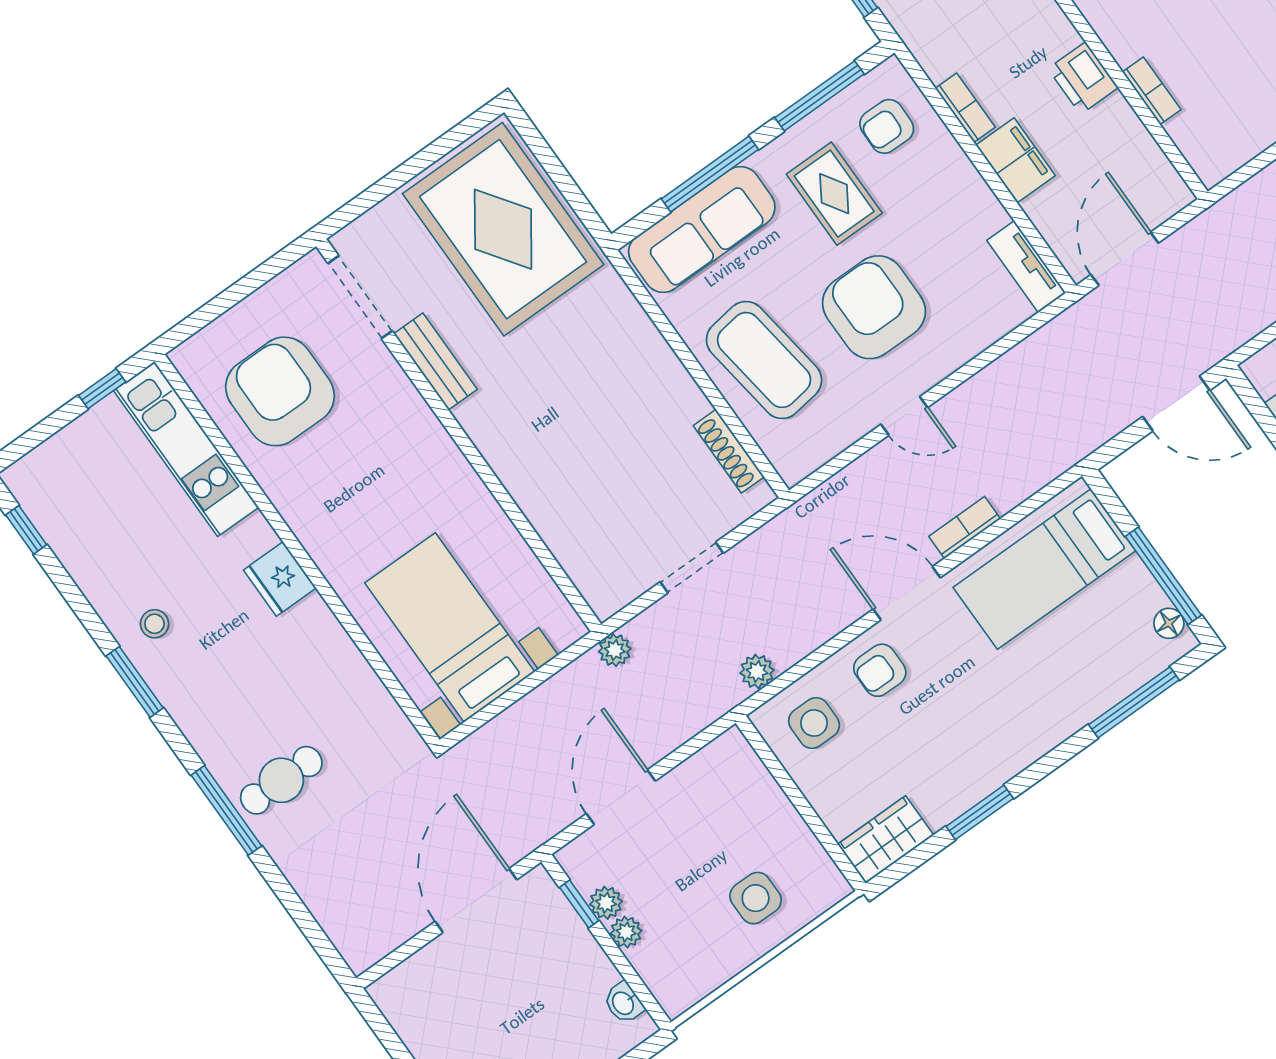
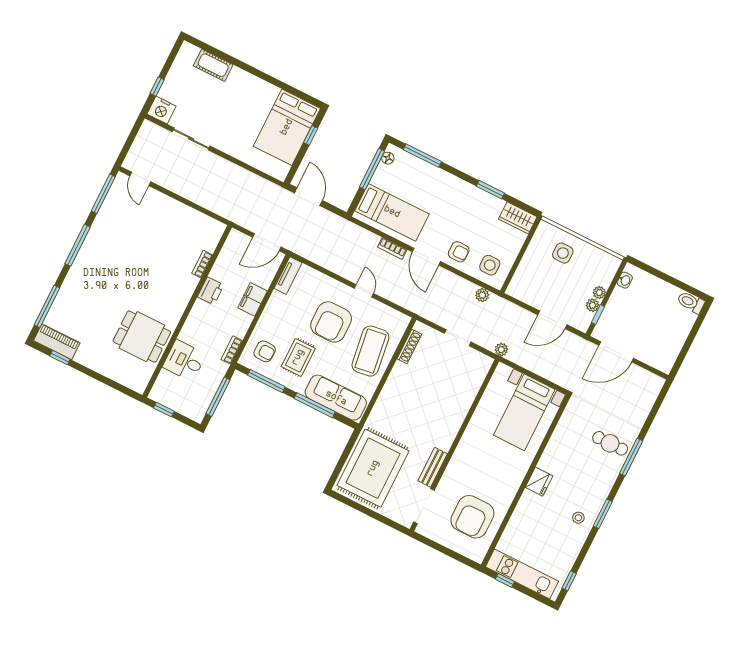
bookcase: (965, 108) -> (232, 350), moved
kitchen unit: (186, 449) -> (522, 574), moved, turned -90

